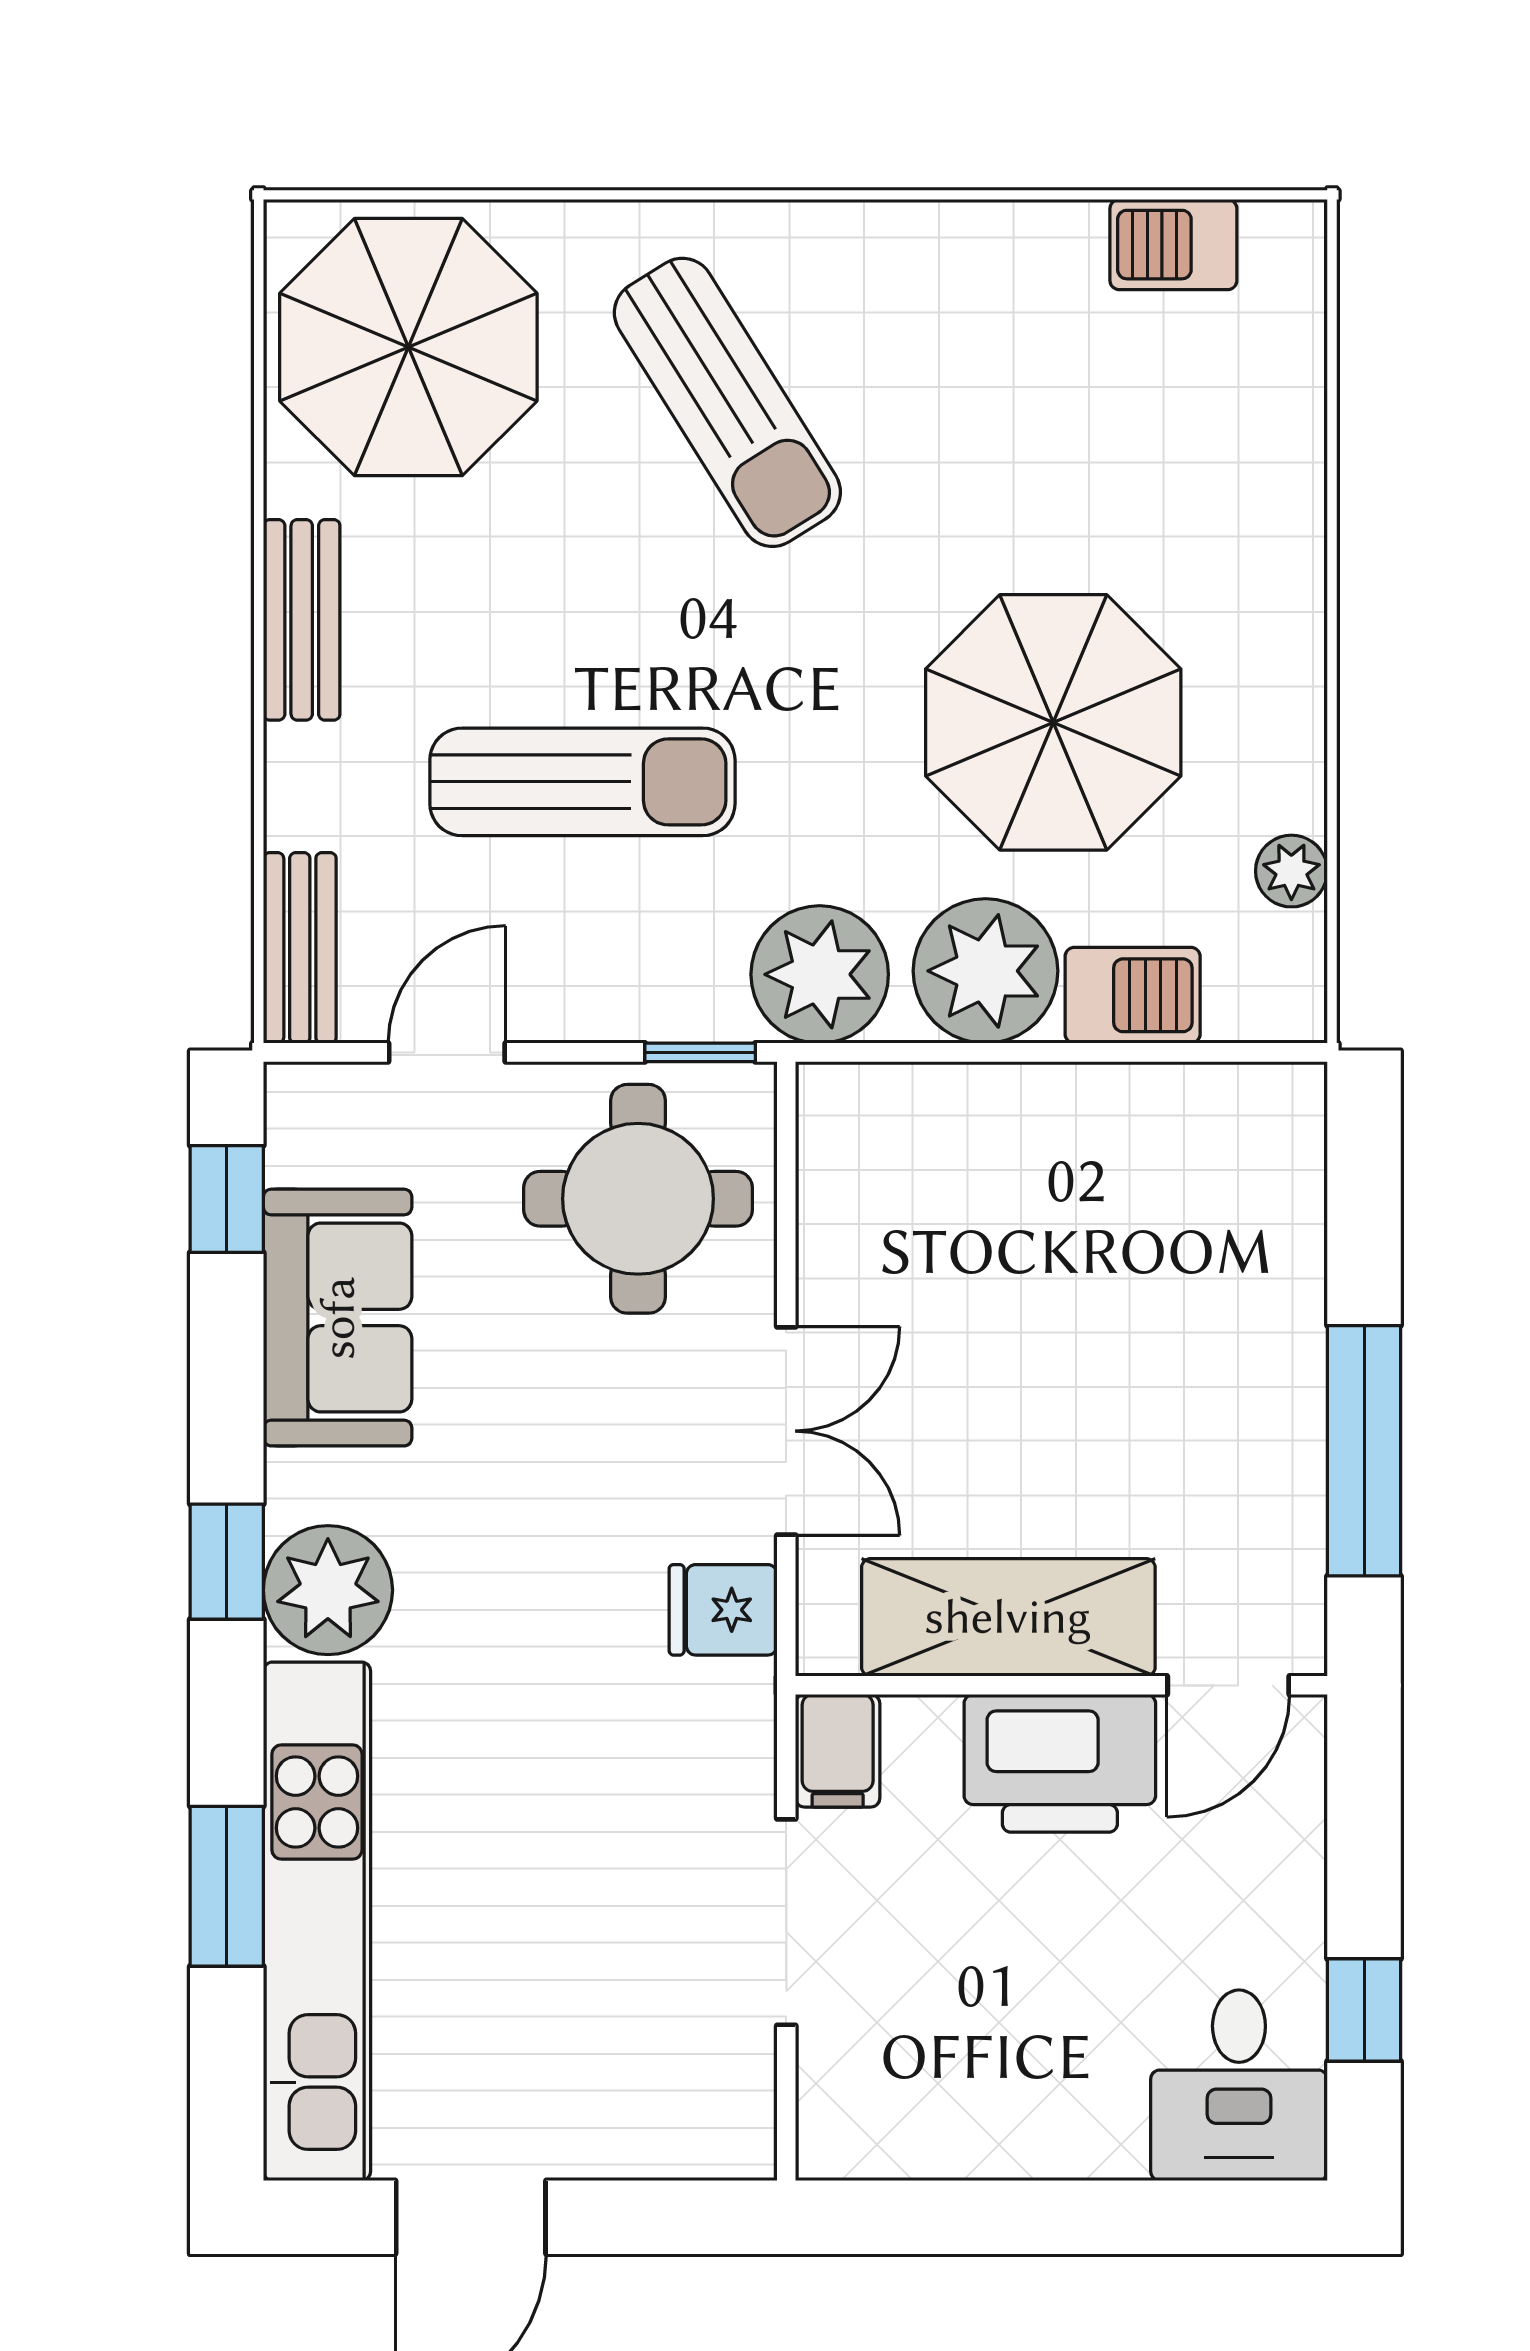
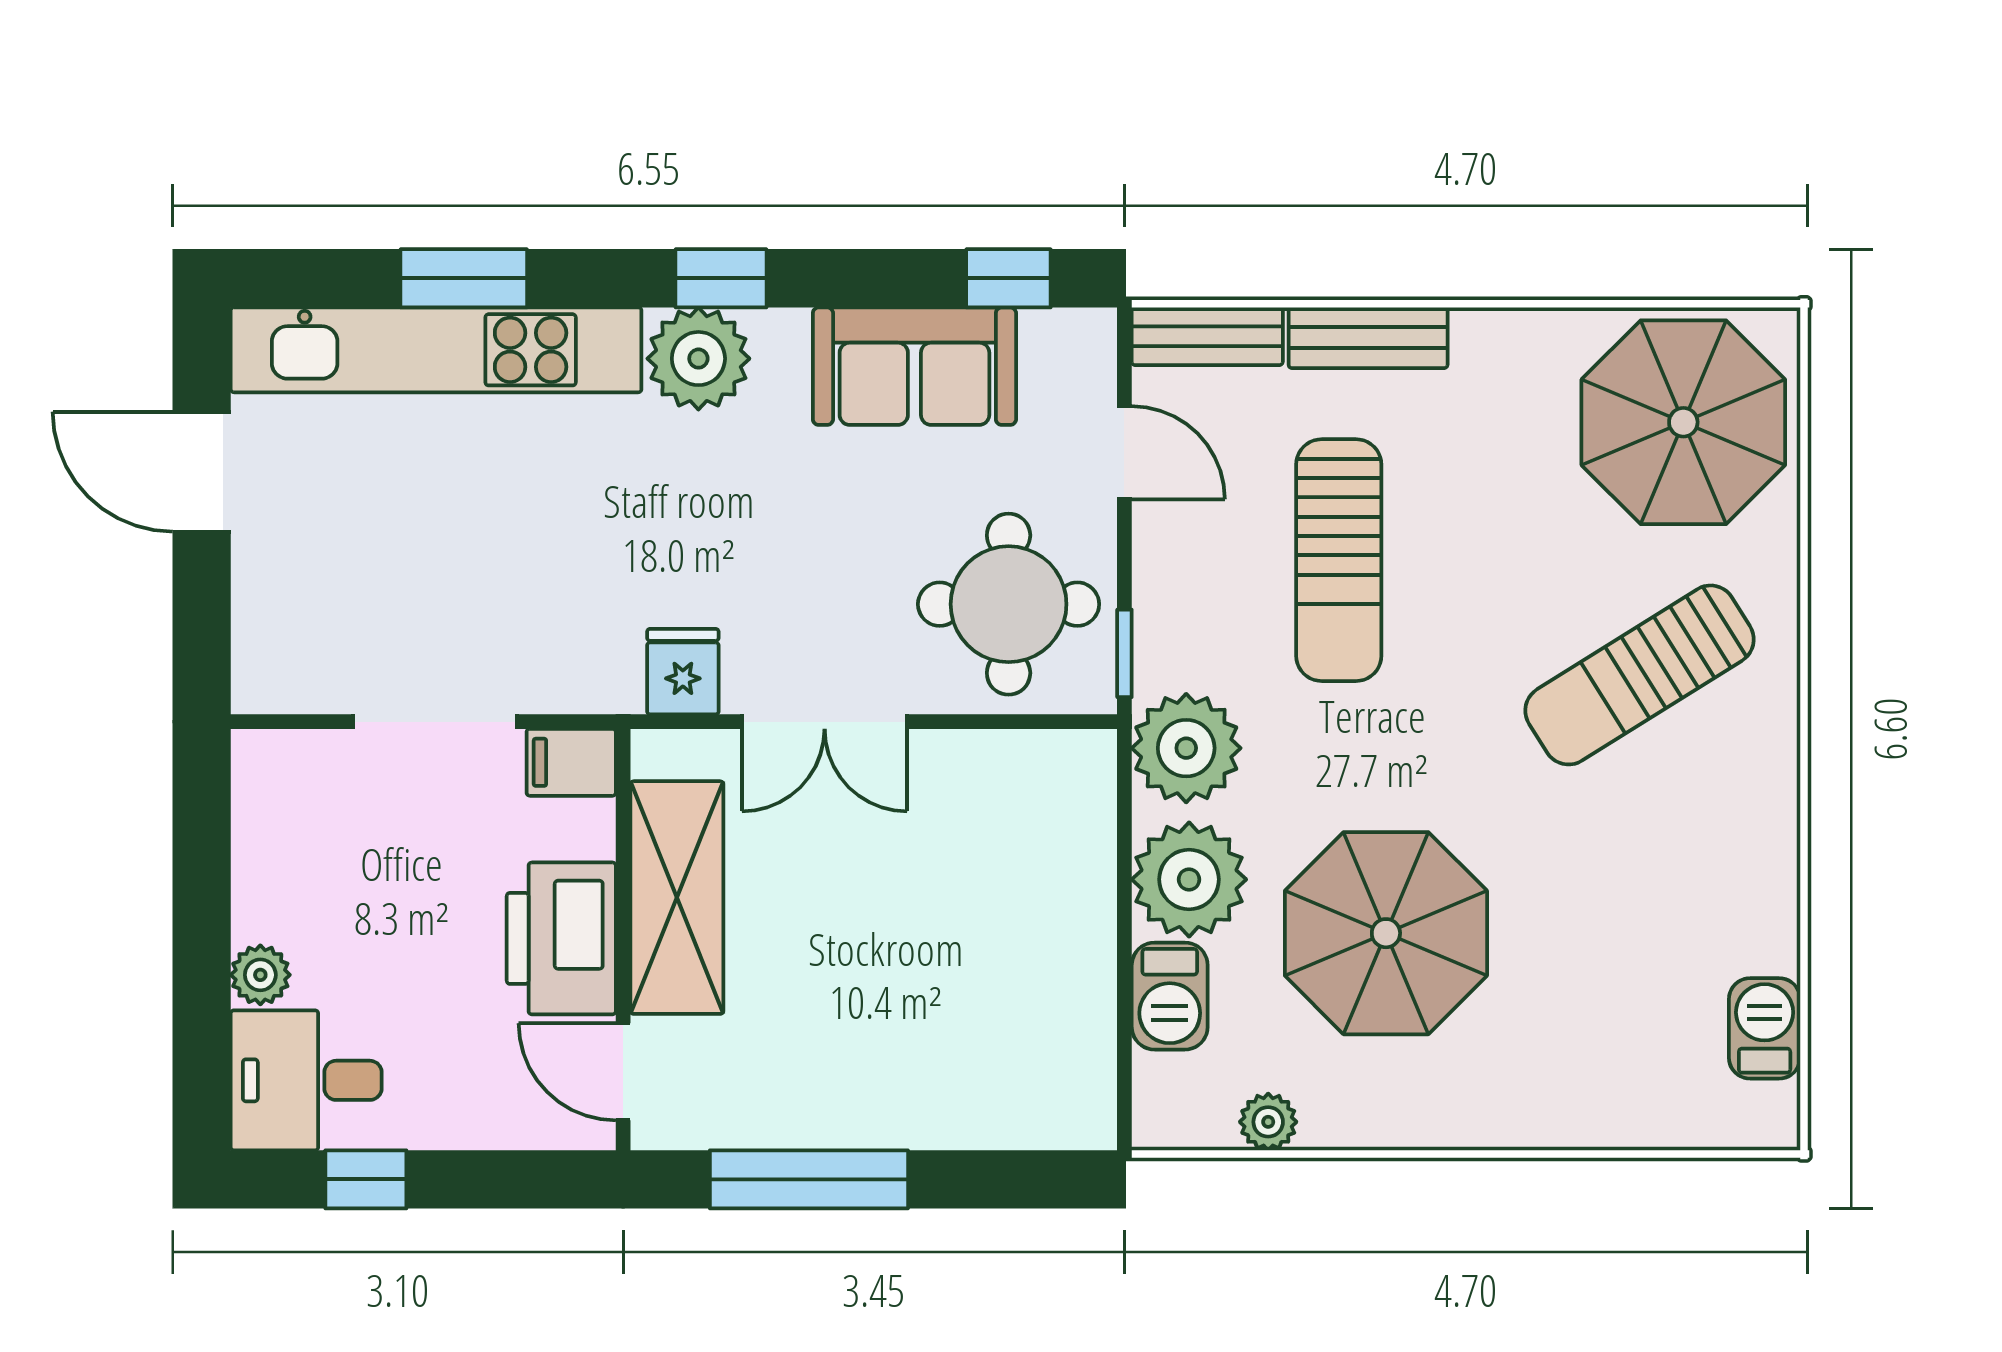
bench: (302, 620) -> (1368, 338), moved
plant: (1106, 2143) -> (260, 975), added

